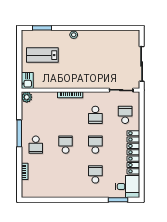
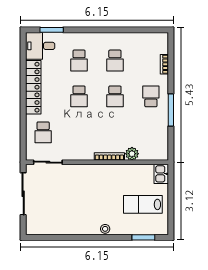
lab bench: (42, 55) -> (143, 204), turned 180
plant: (27, 97) -> (132, 154), moved
school desk: (95, 115) -> (115, 60), moved, turned 180

